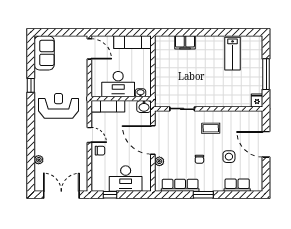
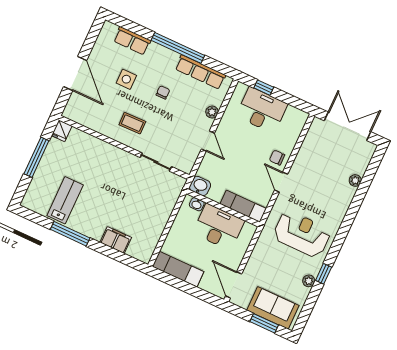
window: (56, 32) -> (264, 323), added
window: (218, 32) -> (70, 234), added
sofa: (44, 53) -> (273, 308), moved, turned 90
plant: (39, 76) -> (309, 281), added
reception desk: (58, 106) -> (302, 234), turned 180
door: (153, 140) -> (208, 141), width x0.53
double door: (61, 195) -> (348, 126), swing flipped
window: (110, 195) -> (264, 88), moved
window: (203, 195) -> (178, 48), width x2.11

